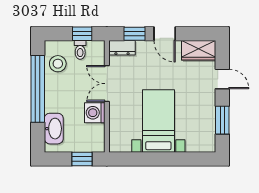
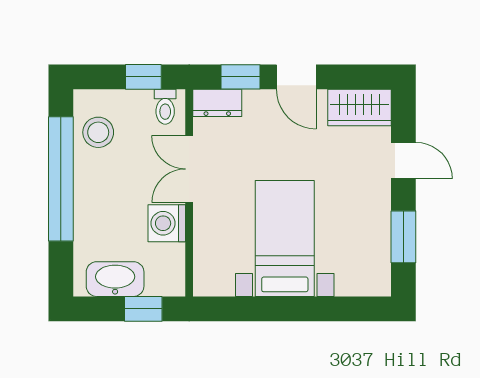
toilet: (80, 50) -> (165, 107), moved
washbasin: (54, 129) -> (115, 279), moved, turned -90

